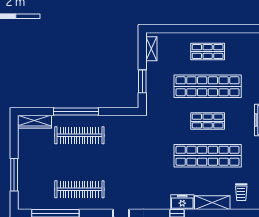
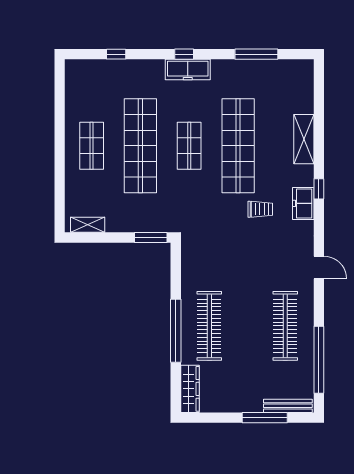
window: (142, 81) -> (151, 238), moved
bench: (23, 191) -> (288, 406), added
trolley: (241, 192) -> (260, 209), moved
freezer: (182, 202) -> (303, 203), moved

